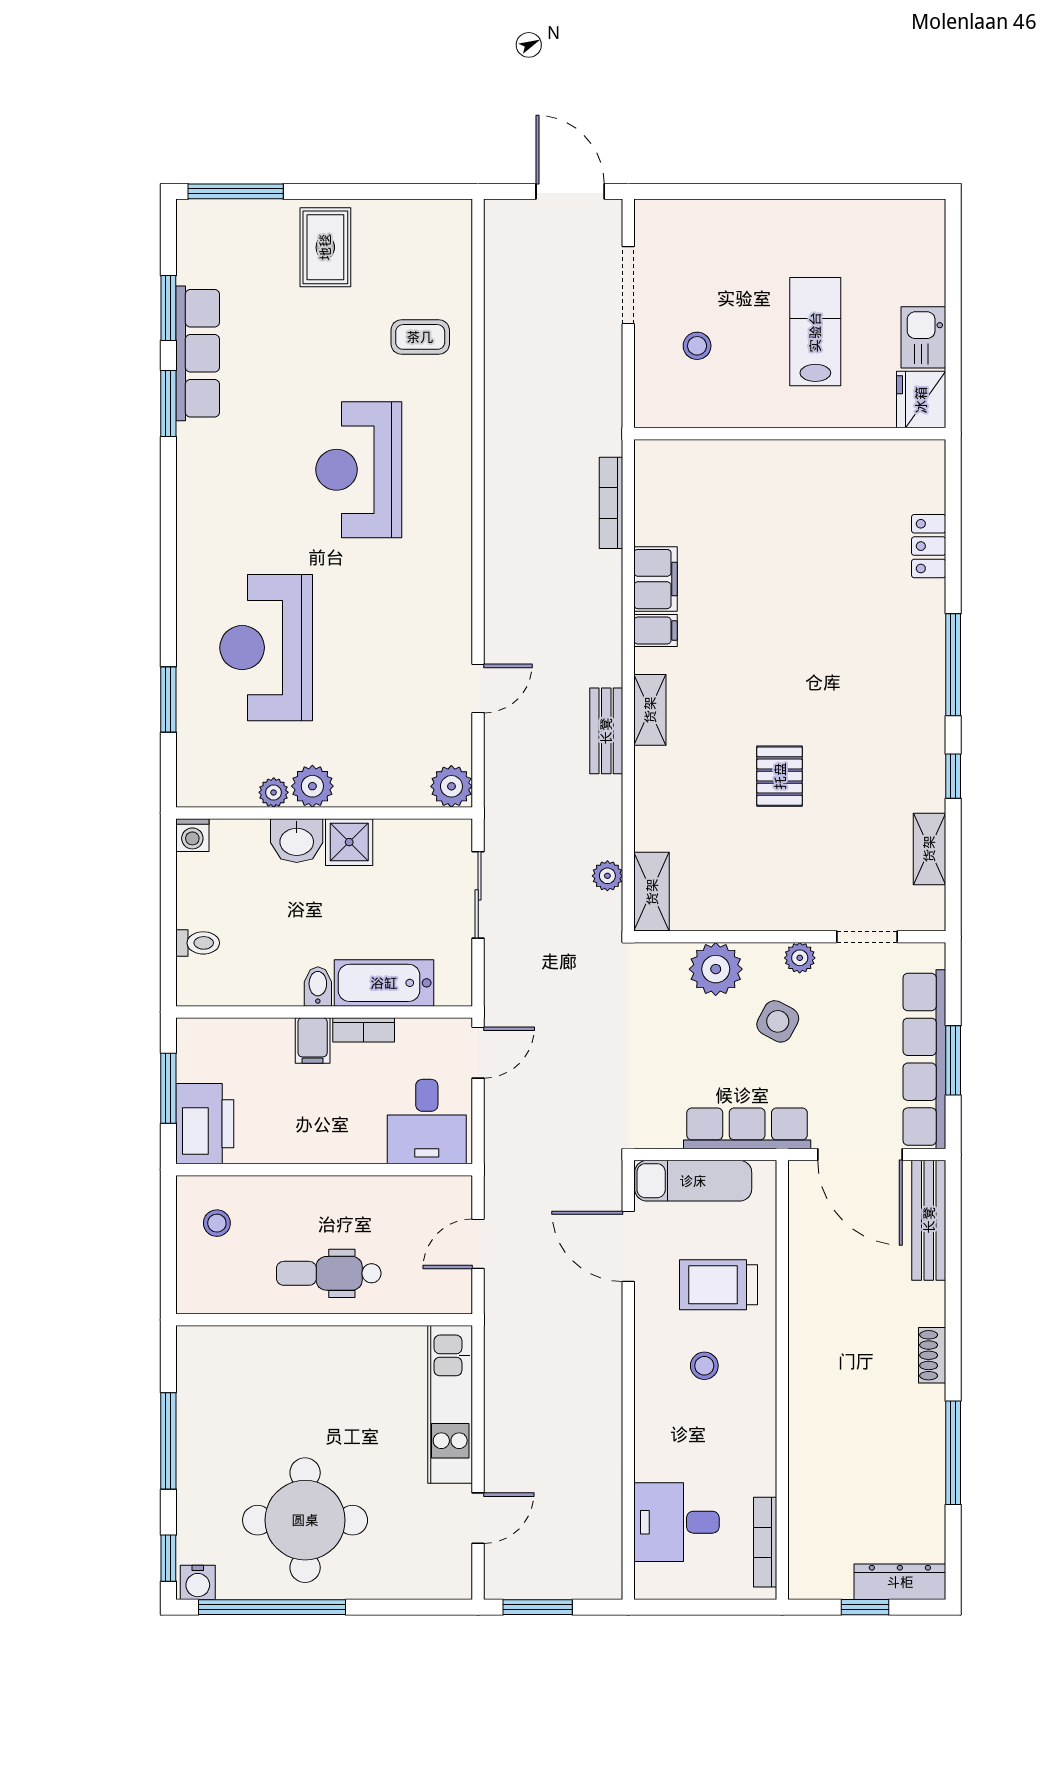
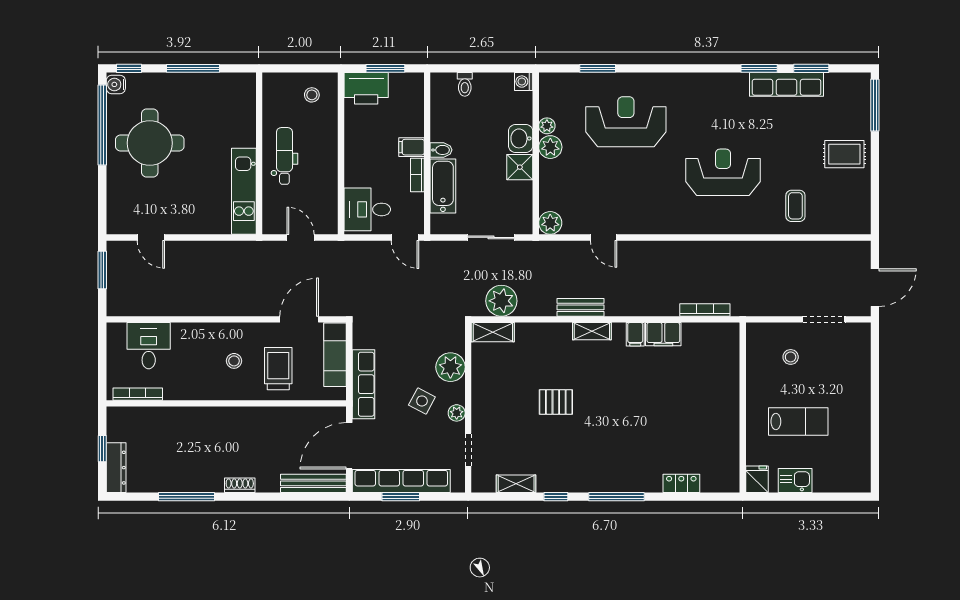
fridge: (921, 400) -> (757, 479), width x0.72
plant: (607, 876) -> (501, 301), width x1.87, depth x1.87
kitchen unit: (450, 1404) -> (244, 191), moved, turned -90

